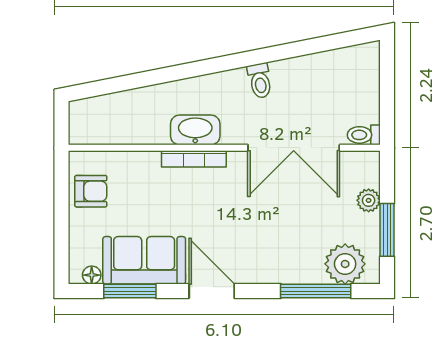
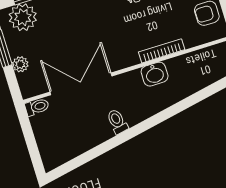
washbasin: (195, 130) -> (155, 74), width x0.72
bookcase: (194, 159) -> (162, 51), moved

